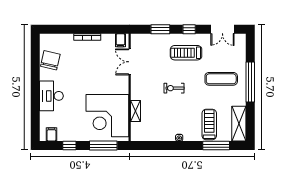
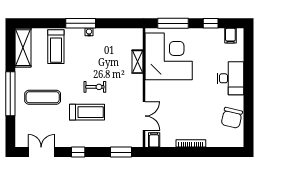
window: (160, 29) -> (121, 152), moved
treadmill: (186, 53) -> (87, 112), moved
window: (216, 146) -> (81, 23), moved

